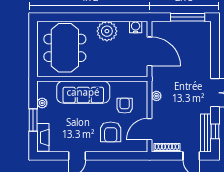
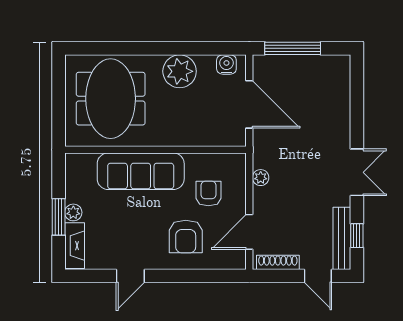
window: (188, 17) -> (293, 48), moved
plant: (42, 103) -> (73, 212), moved

